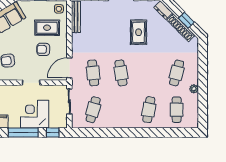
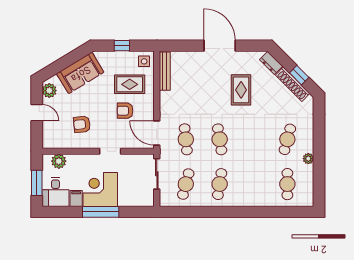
door: (69, 68) -> (157, 133), hinge flipped
cafe table: (149, 110) -> (220, 184), moved
corner desk: (35, 114) -> (100, 189), moved
window: (53, 132) -> (136, 212), removed

